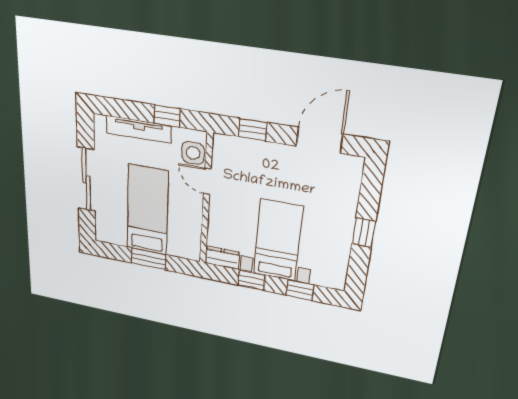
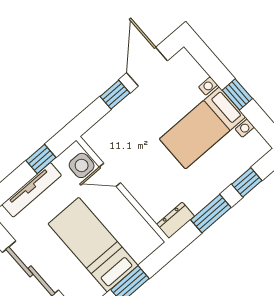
window: (253, 130) -> (115, 95), moved
bed with nightstands: (278, 240) -> (202, 128), moved, turned -90
window: (252, 280) -> (211, 214), width x1.50

